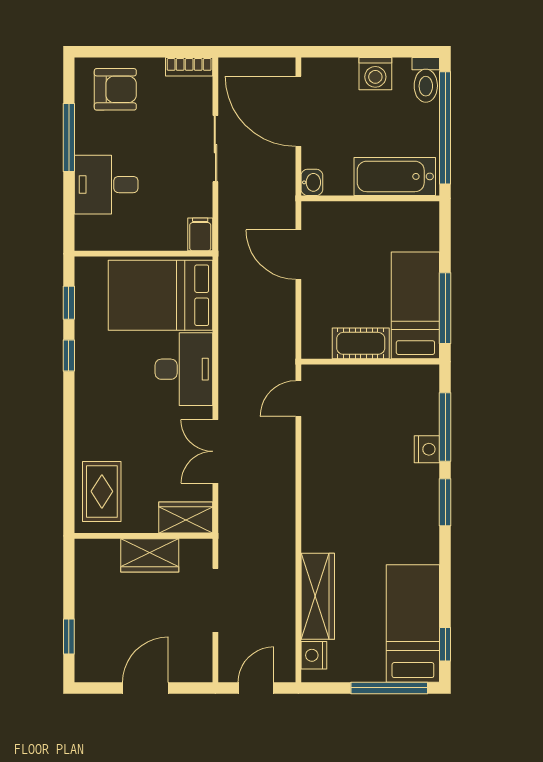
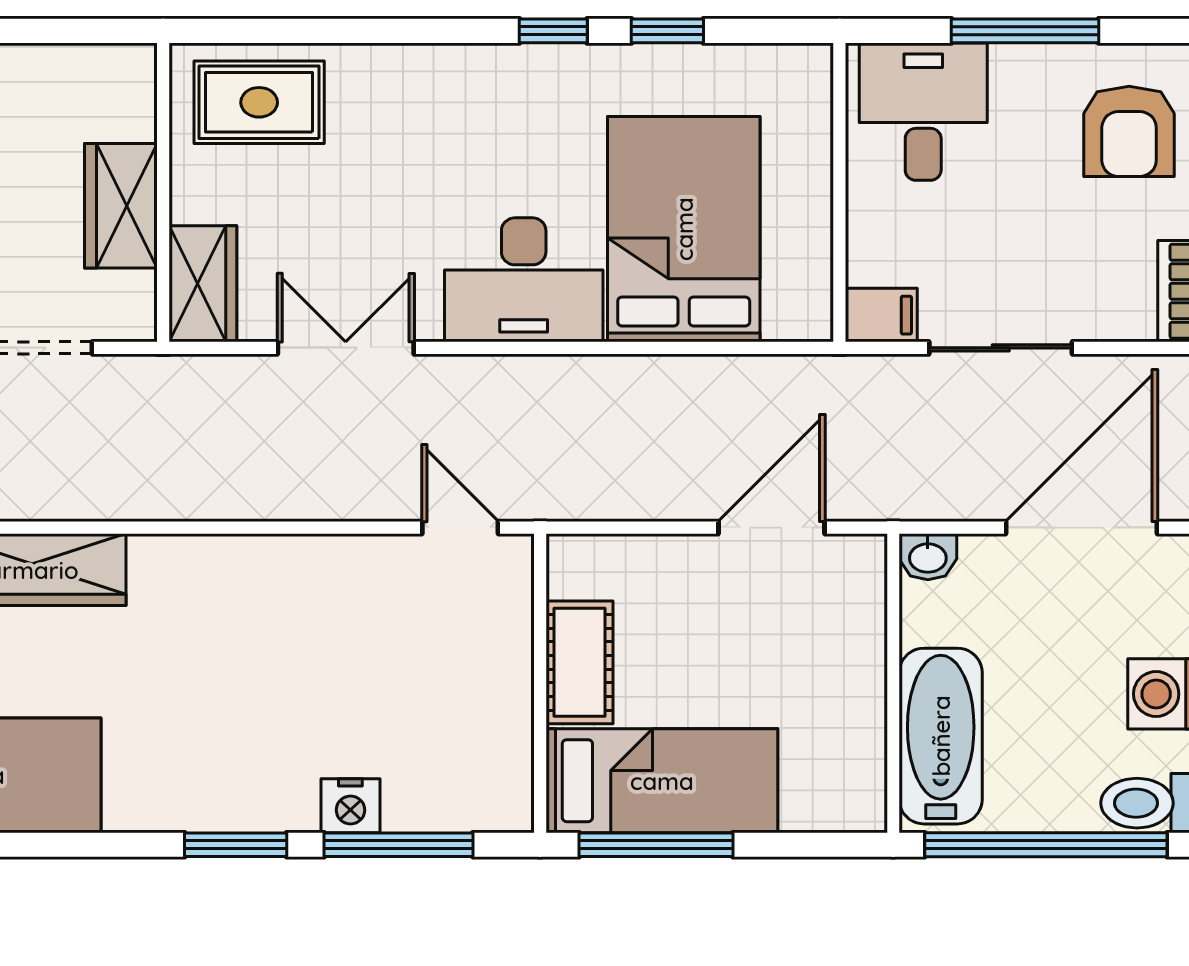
filing cabinet: (200, 234) -> (881, 315), moved
wall: (143, 254) -> (839, 192), moved

